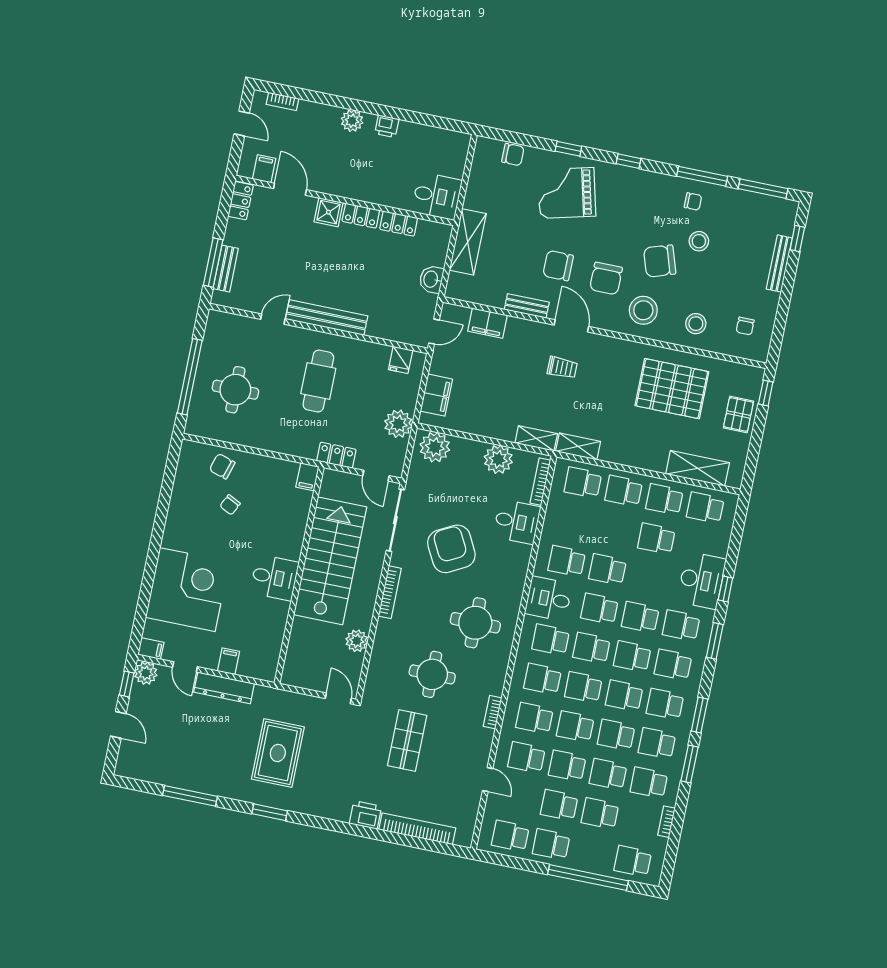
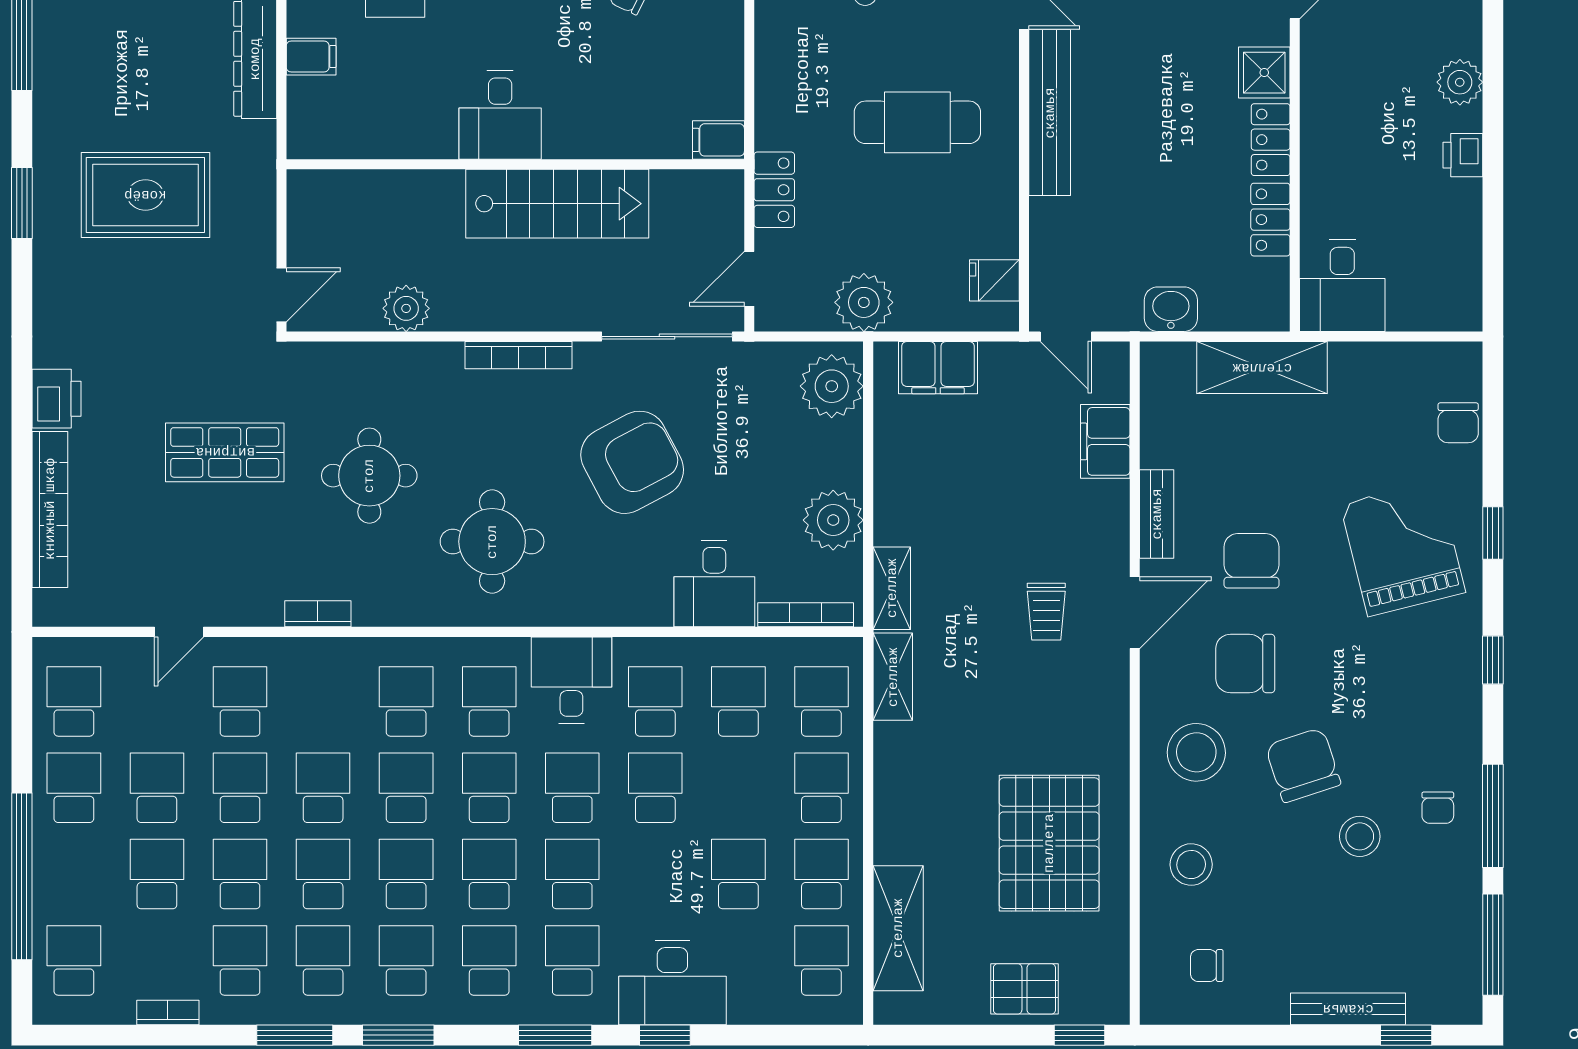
stairs: (330, 561) -> (557, 204), width x0.73, depth x0.66
school desk: (534, 718) -> (738, 701), moved

